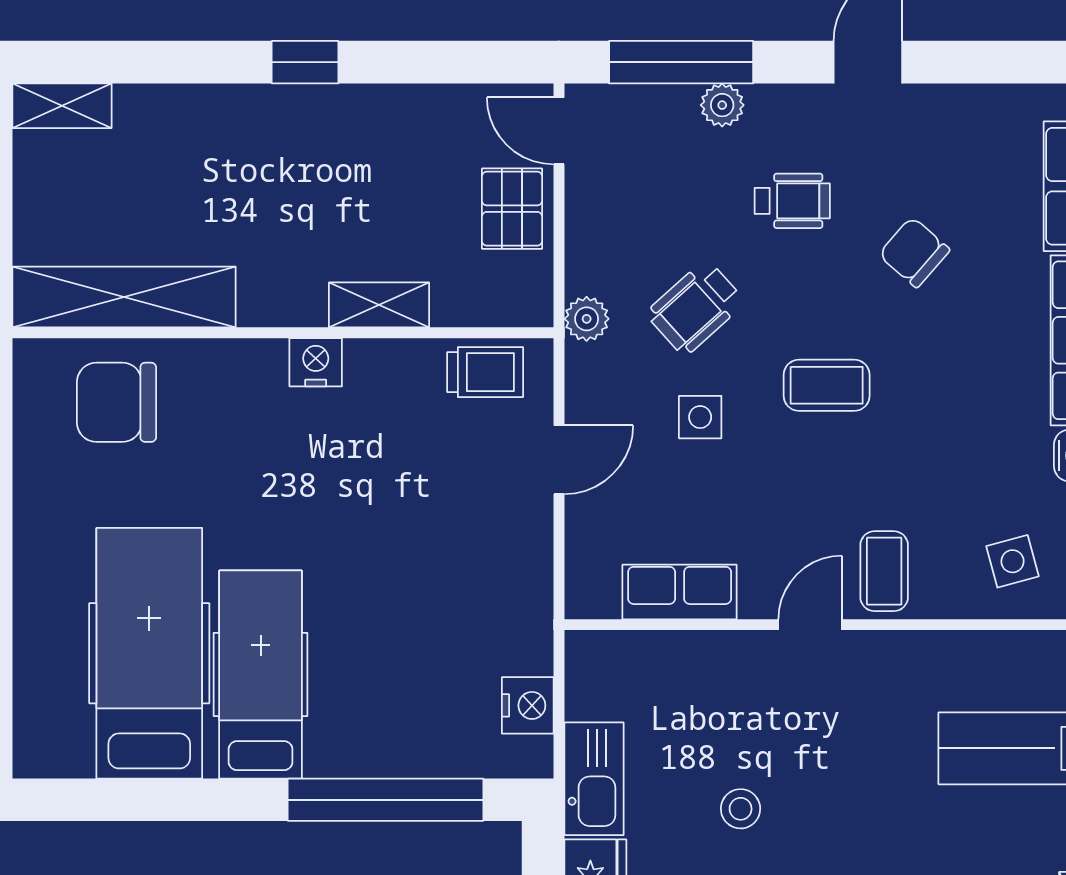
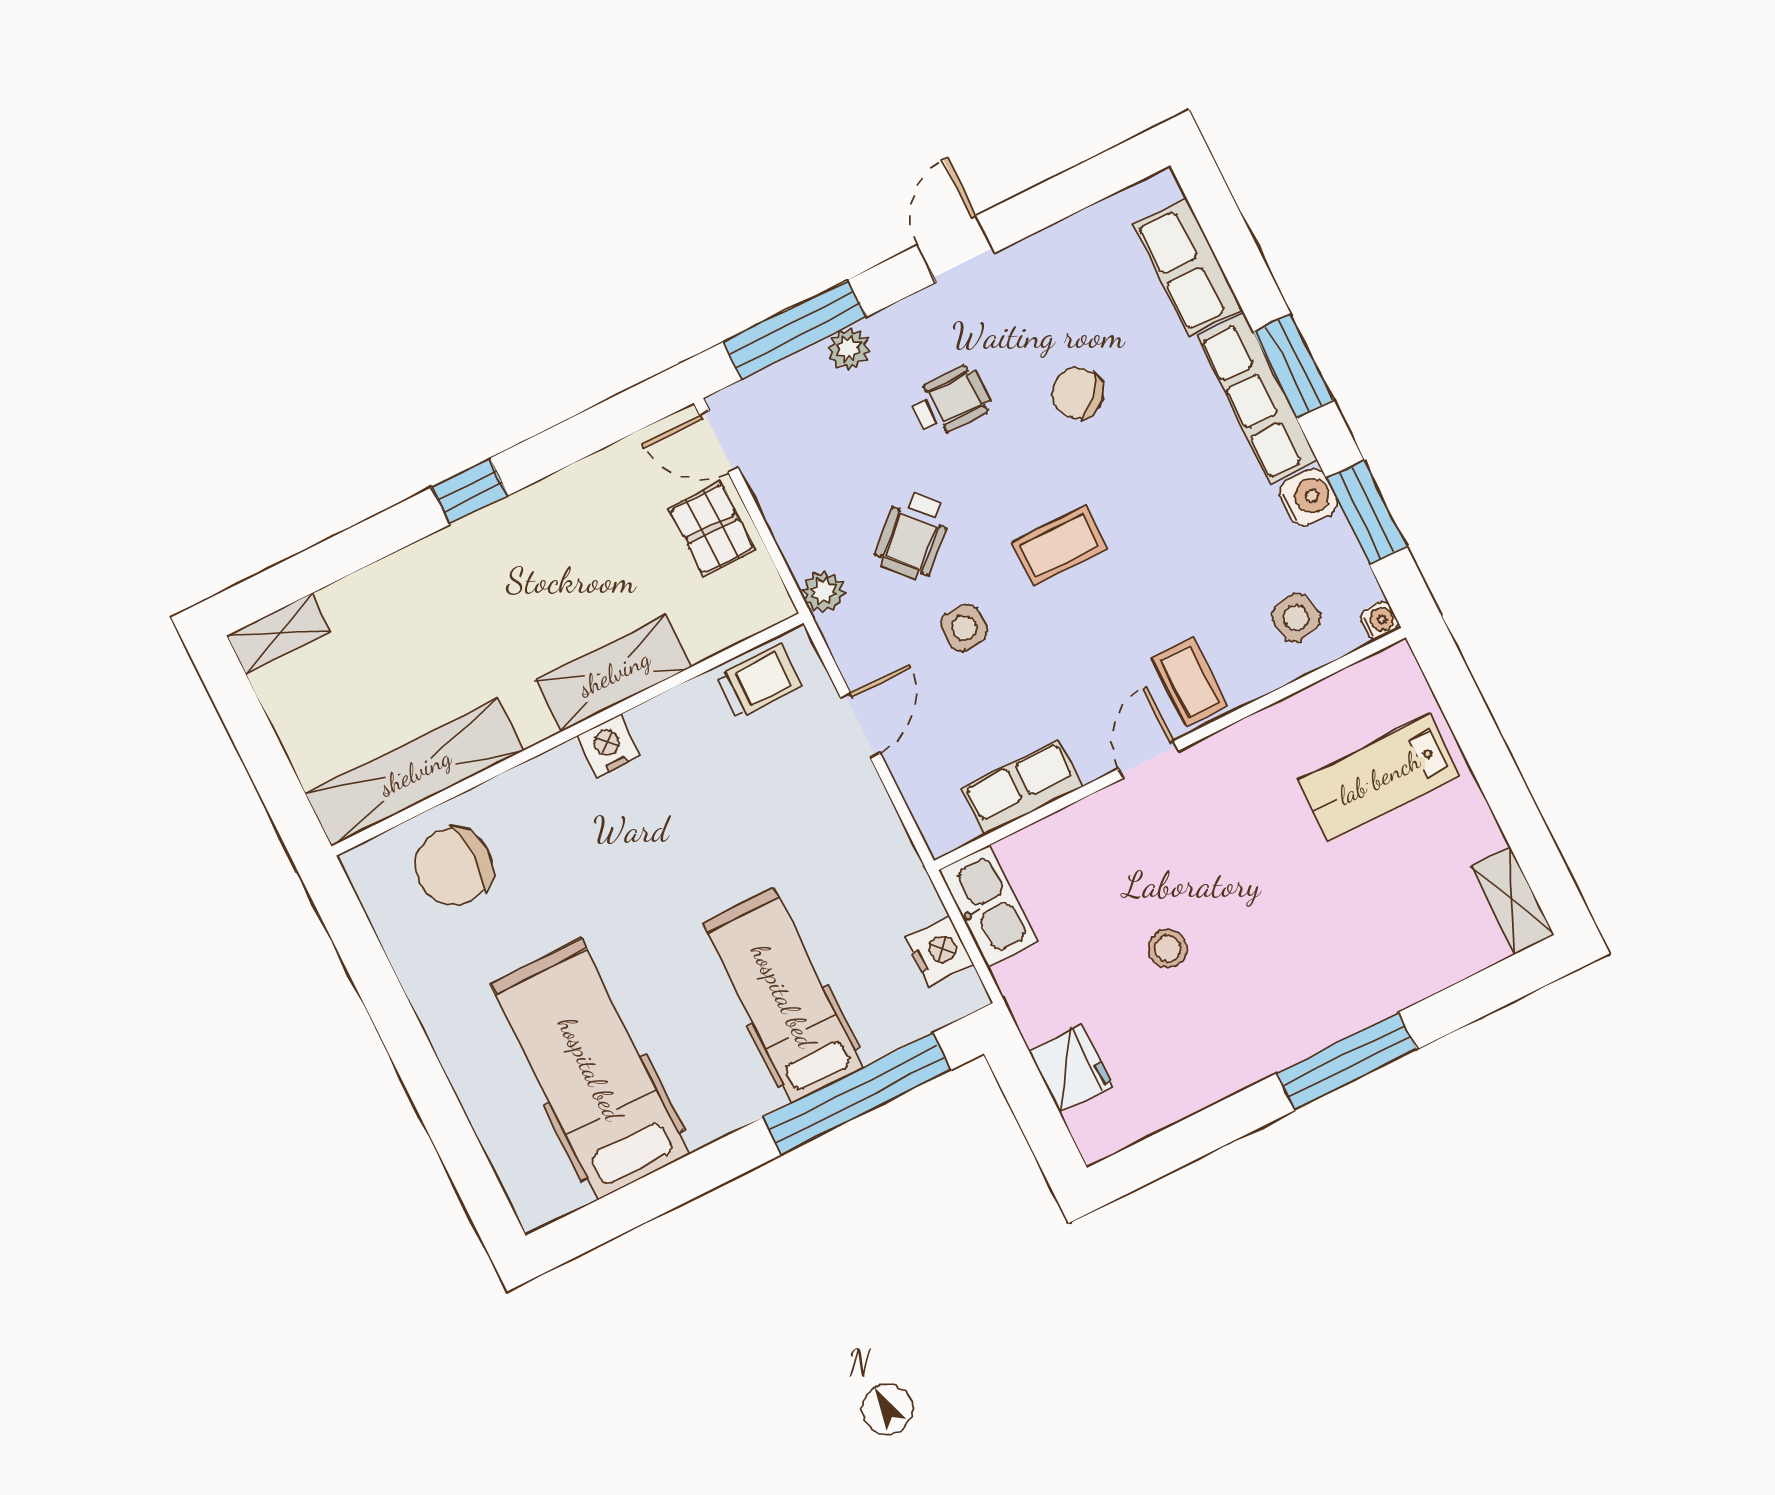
shelving: (379, 305) -> (614, 673), width x1.50, depth x1.33
hospital bed: (261, 674) -> (783, 996), moved
kitchen sink: (594, 779) -> (988, 906), moved

